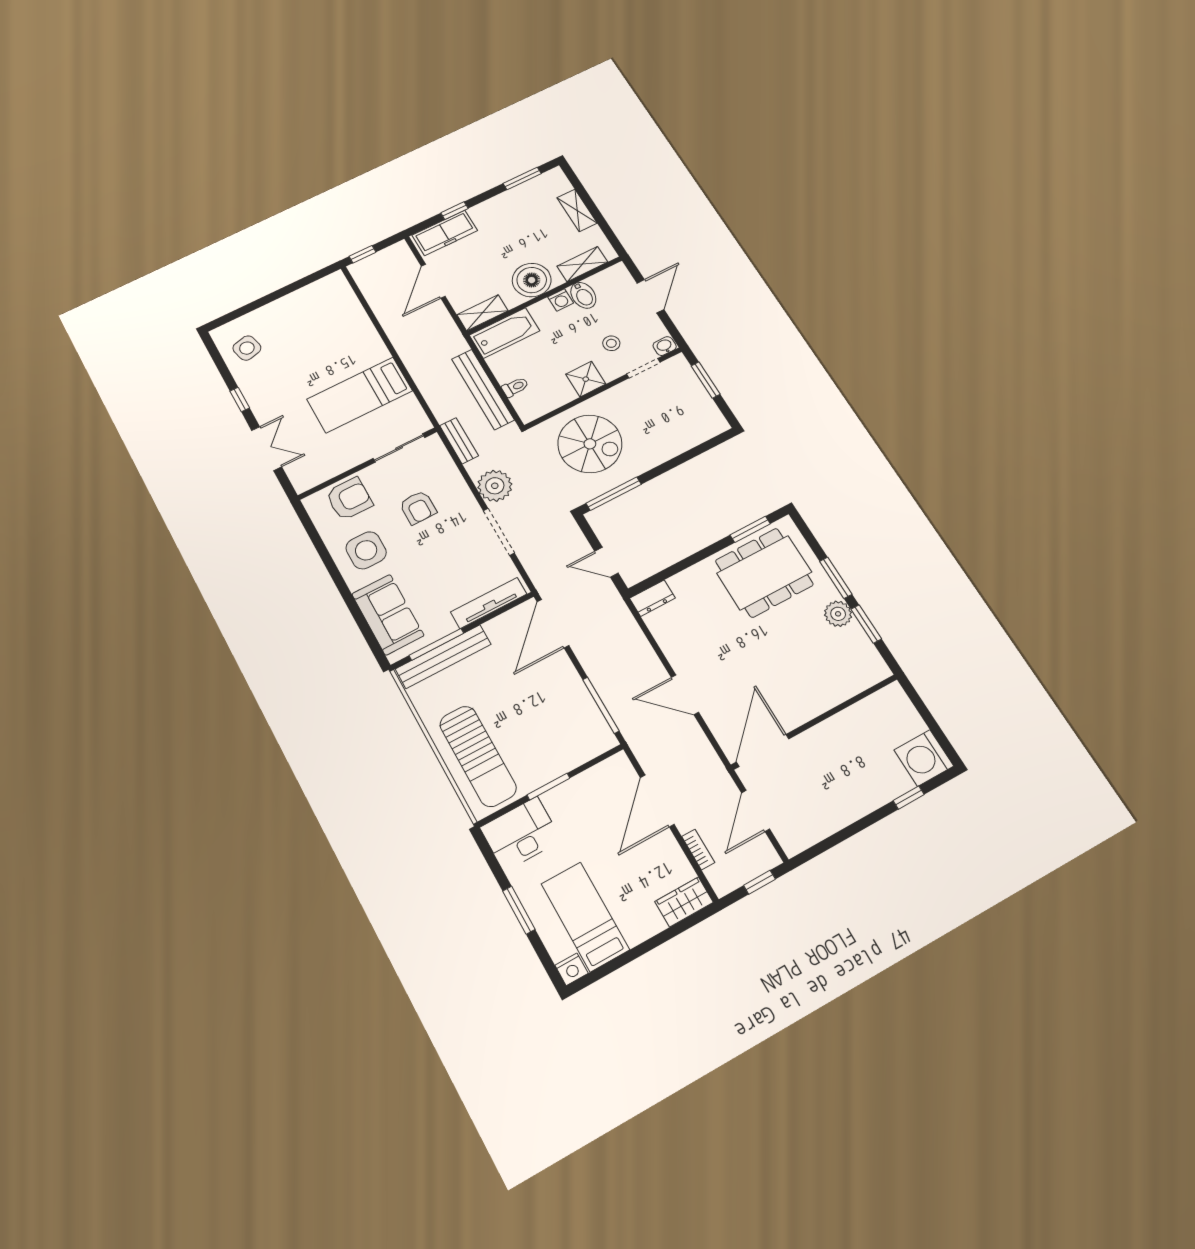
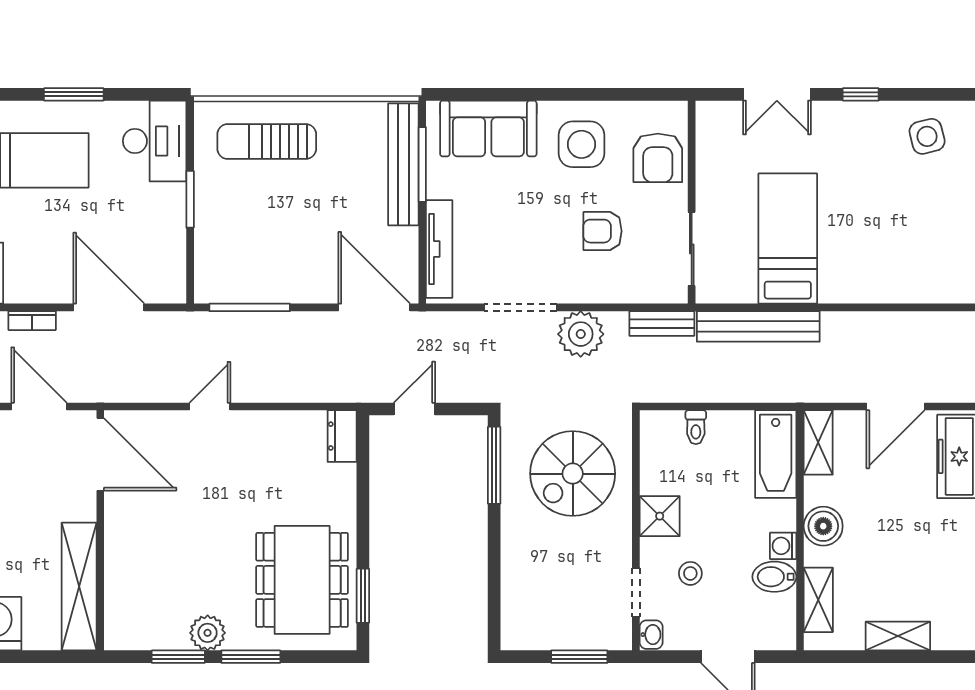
boiler: (532, 280) -> (823, 526), width x0.73, depth x0.73
door: (433, 281) -> (896, 407), swing flipped
bench: (483, 389) -> (758, 326), moved
door: (685, 695) -> (210, 407), width x0.73
shelving: (862, 715) -> (79, 587), added
sun lounger: (478, 756) -> (267, 141), width x0.73, depth x0.75

